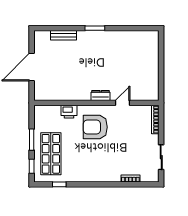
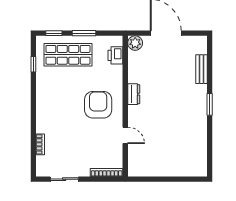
plant: (40, 94) -> (135, 43), added
dresser: (101, 96) -> (134, 94), moved
printer: (69, 112) -> (115, 55), moved

